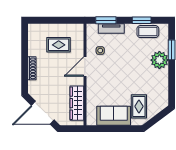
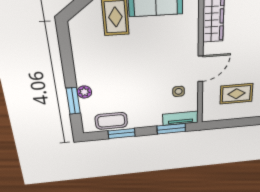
tv unit: (111, 28) -> (181, 118), moved
plant: (159, 60) -> (84, 92), width x0.53, depth x0.53

